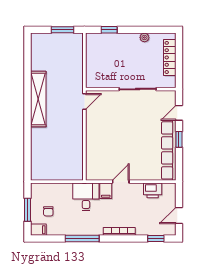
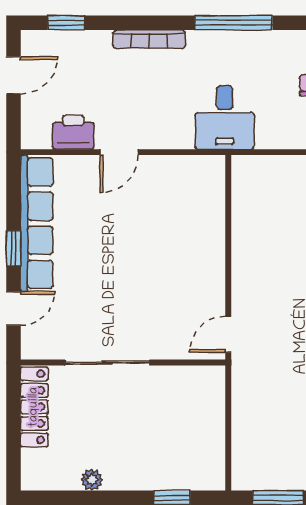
locker: (170, 57) -> (34, 407), moved
door: (121, 182) -> (119, 152), moved
filing cabinet: (106, 191) -> (180, 132), removed

